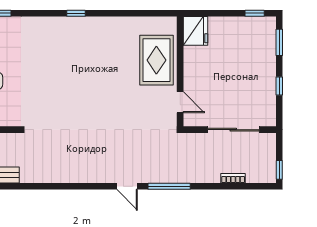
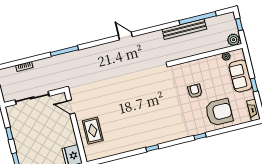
rug: (156, 60) -> (93, 131), width x0.73, depth x0.70
door: (127, 186) -> (125, 36), moved

